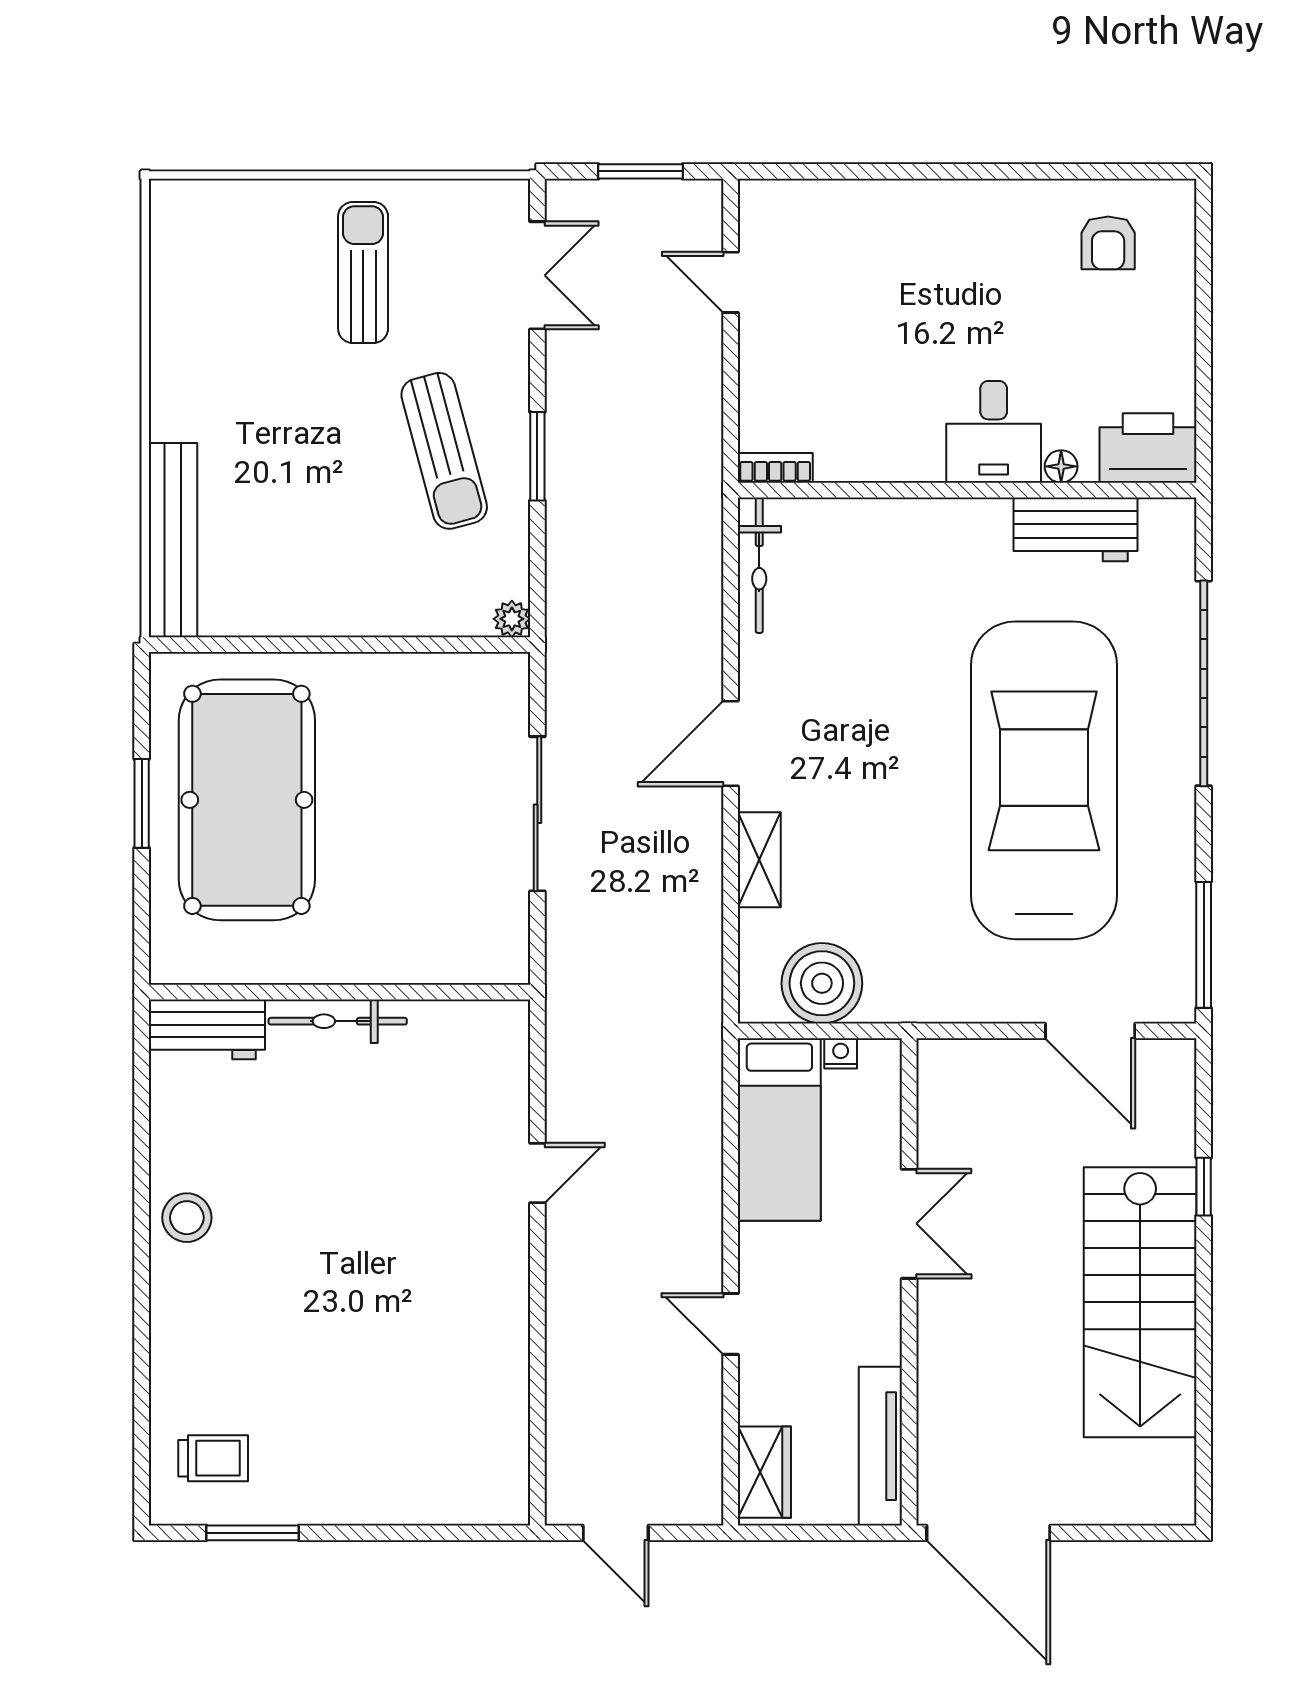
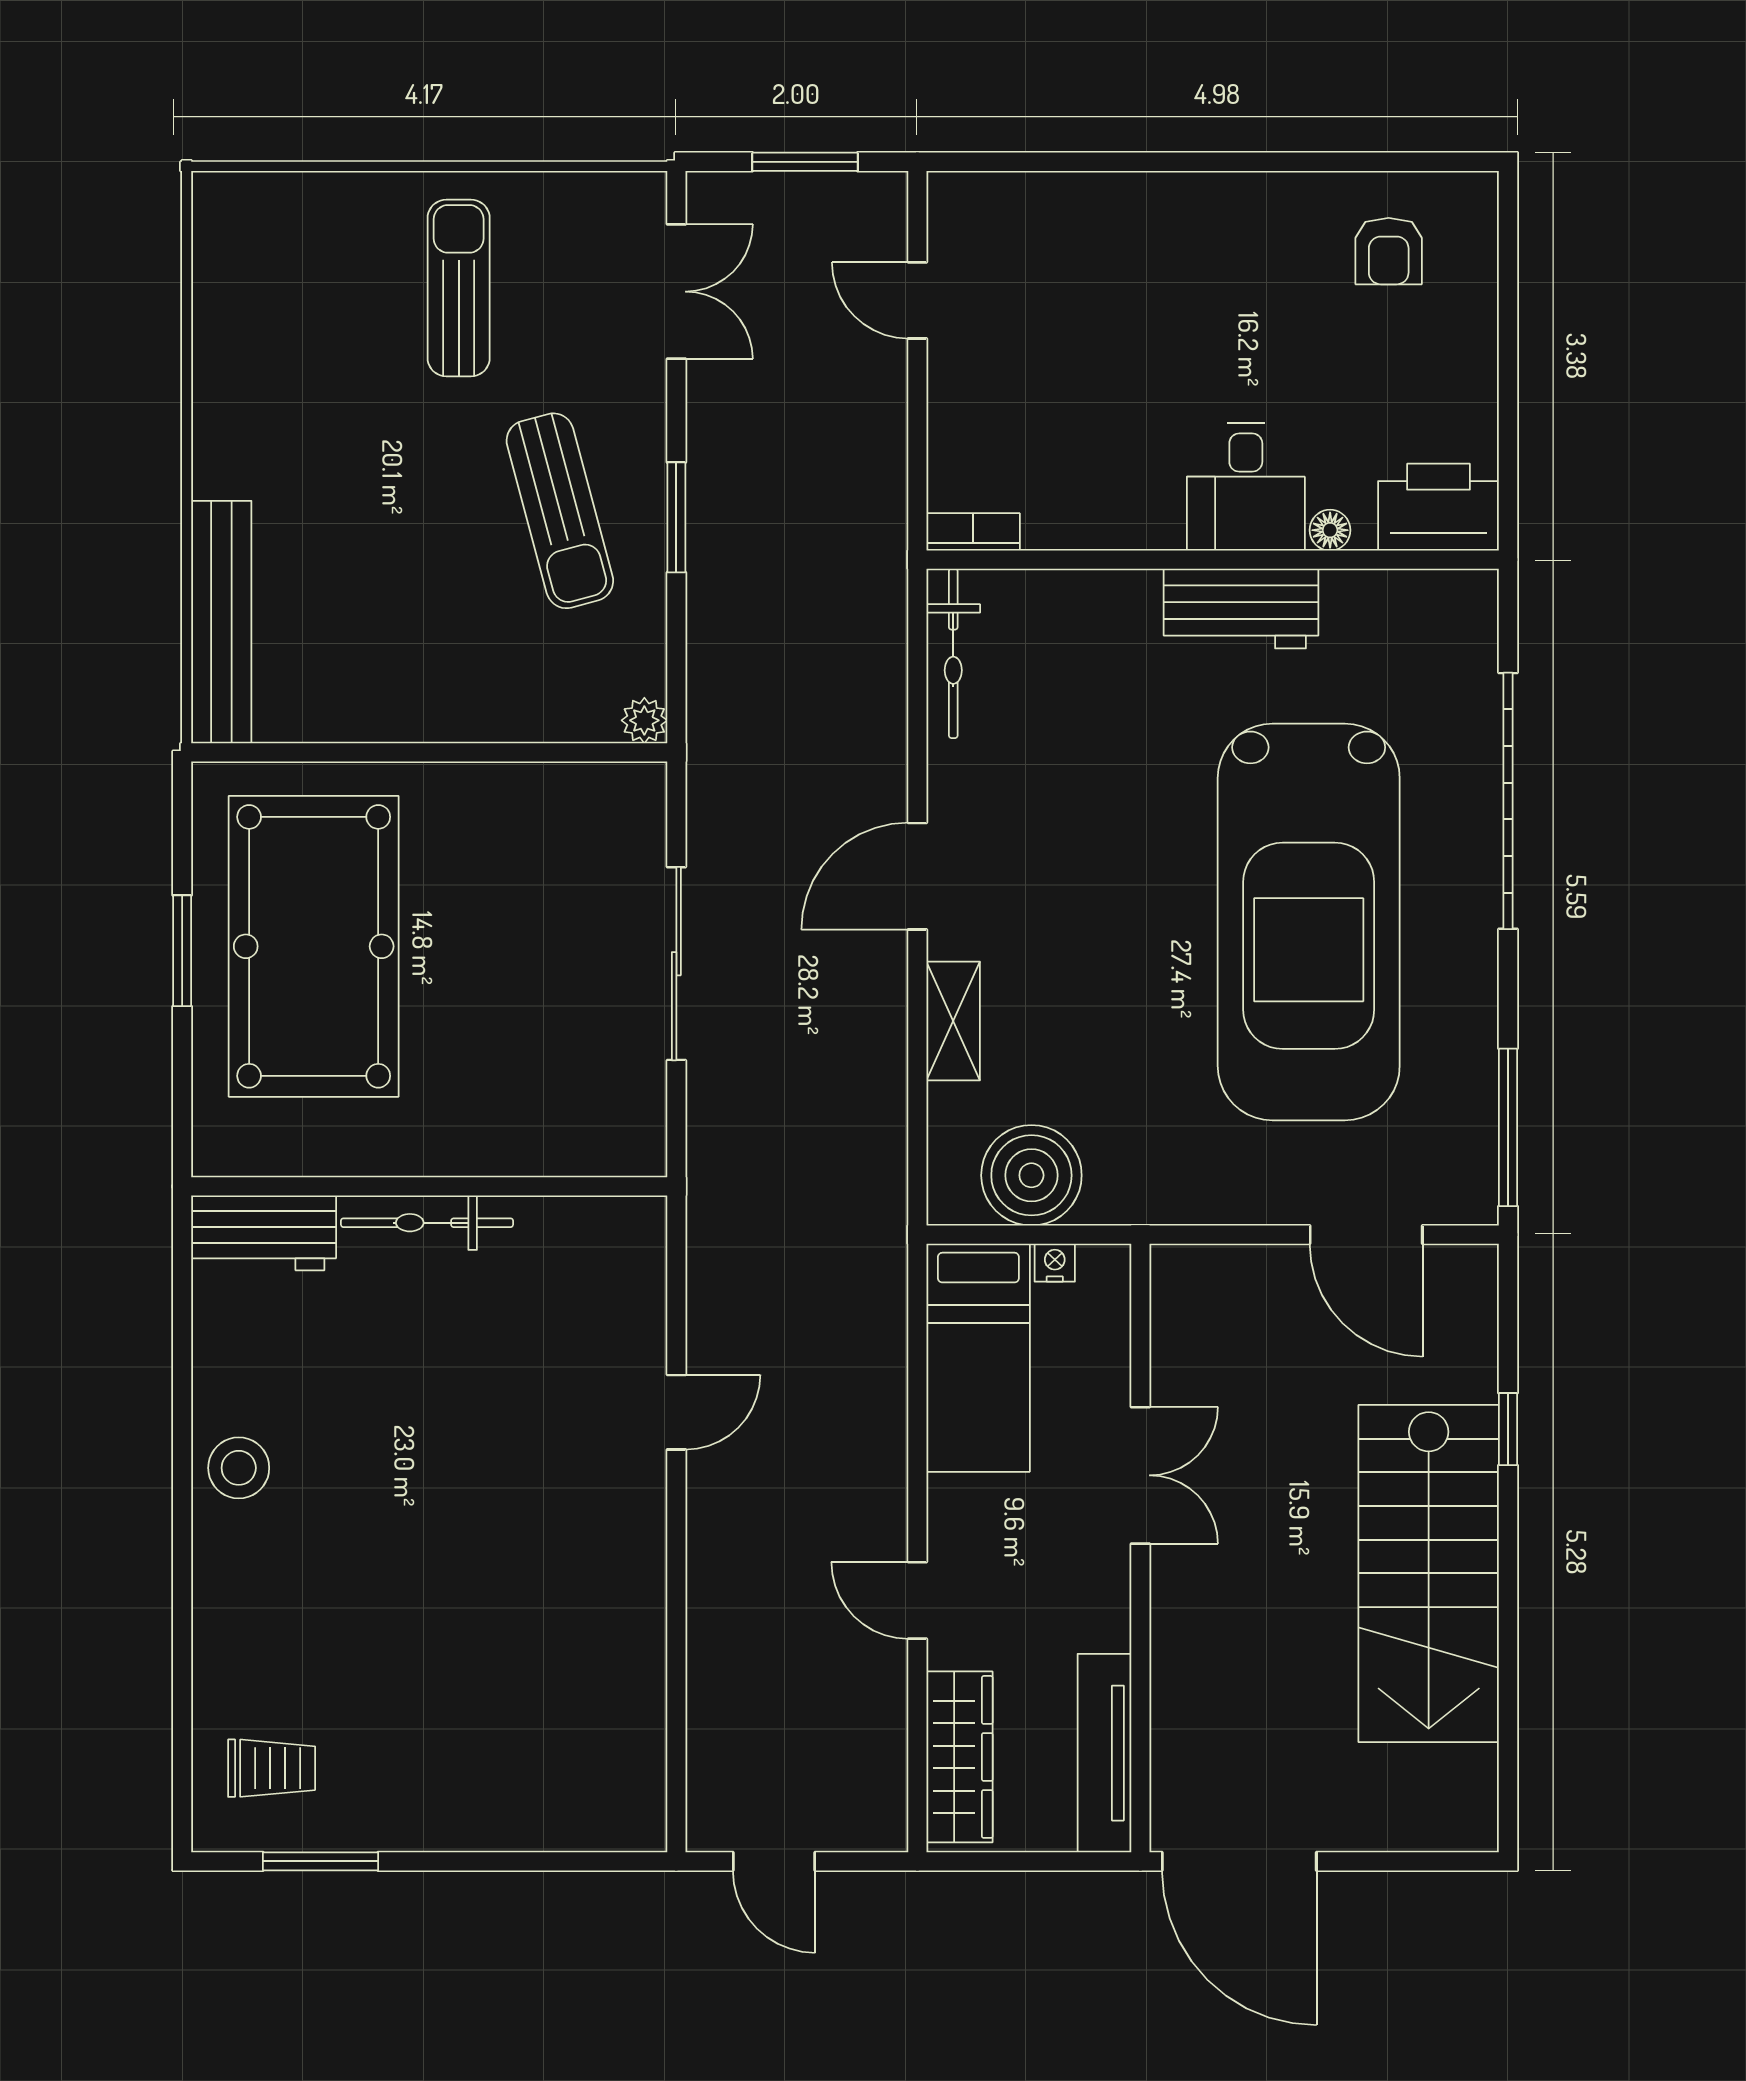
workbench: (1076, 529) -> (1241, 609), moved
car: (1044, 780) -> (1309, 922), turned 180
wardrobe: (764, 1472) -> (959, 1757), width x1.50

